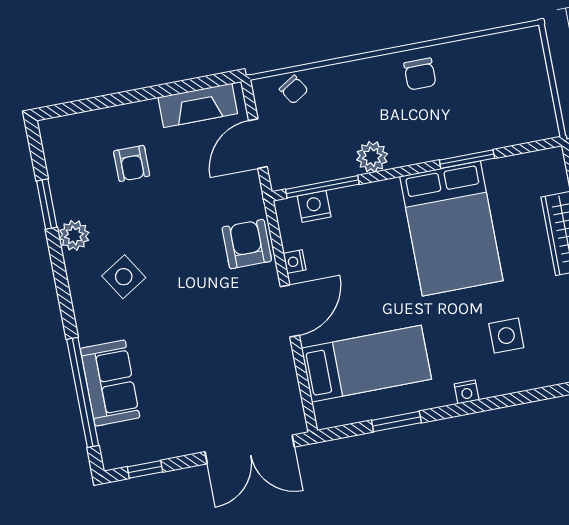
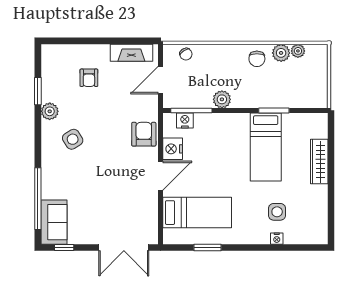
plant: (489, 46) -> (298, 51), added
plant: (460, 56) -> (281, 53), added
bed: (451, 228) -> (266, 147), width x0.67
nightstand: (295, 262) -> (173, 149), width x1.89, depth x1.79
sofa: (110, 383) -> (54, 222), moved
nightstand: (467, 392) -> (277, 239), moved

